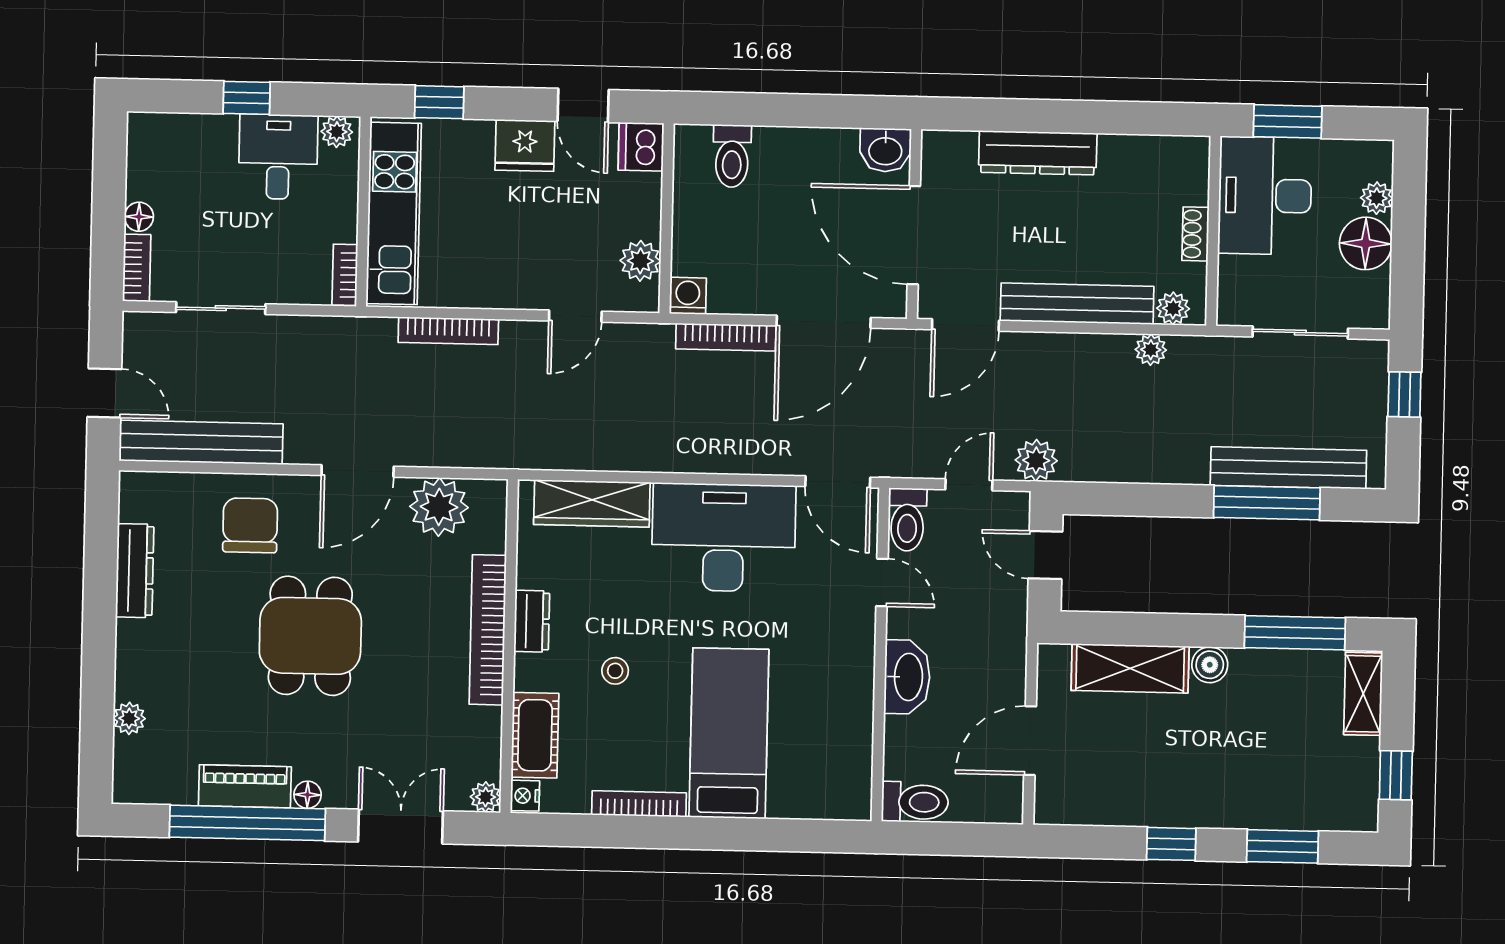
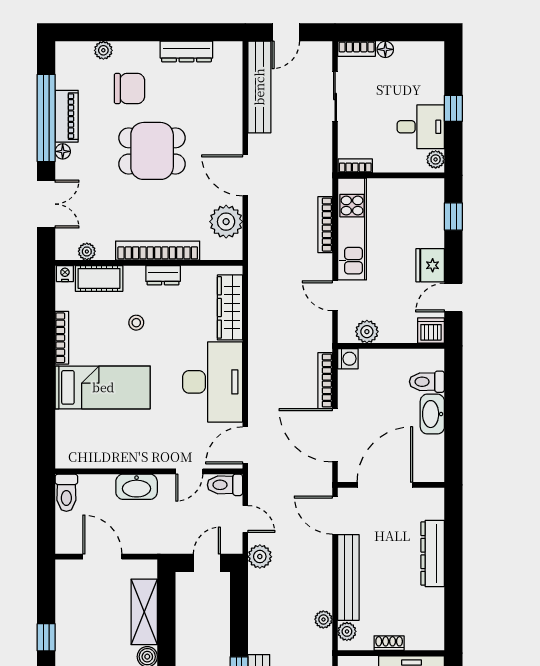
washbasin: (885, 150) -> (432, 414), moved, width x1.38
kitchen unit: (394, 213) -> (352, 229), moved, turned -90
chair: (250, 525) -> (129, 88), moved
plant: (486, 797) -> (87, 251), moved

